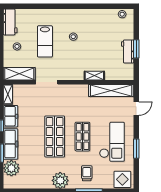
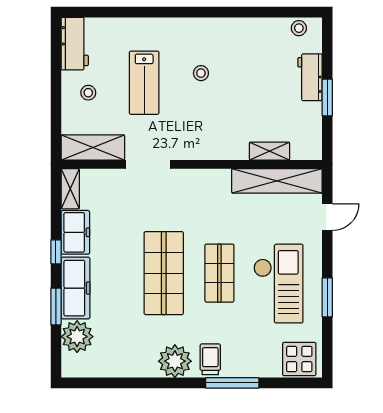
workbench: (128, 51) -> (310, 77), moved
shelving: (94, 76) -> (269, 151), moved
trolley: (87, 173) -> (210, 359), moved

